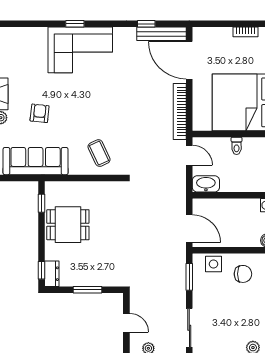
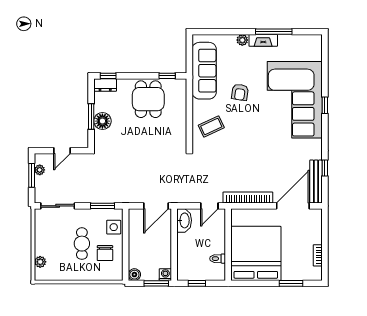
corner sofa: (80, 50) -> (295, 100), width x1.36, depth x1.36
armchair: (40, 113) -> (240, 92), moved, turned 92
toilet: (237, 146) -> (218, 259), moved
door: (189, 229) -> (156, 206), moved
floor lamp: (93, 277) -> (102, 121), added
cafe table: (232, 300) -> (82, 244), added

